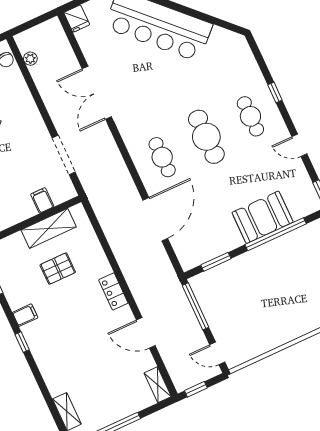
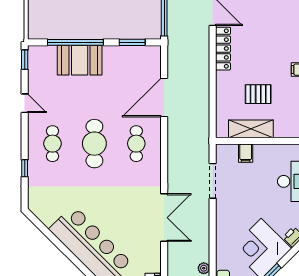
window: (275, 92) -> (25, 168), moved
locker: (113, 291) -> (223, 49), width x1.53

